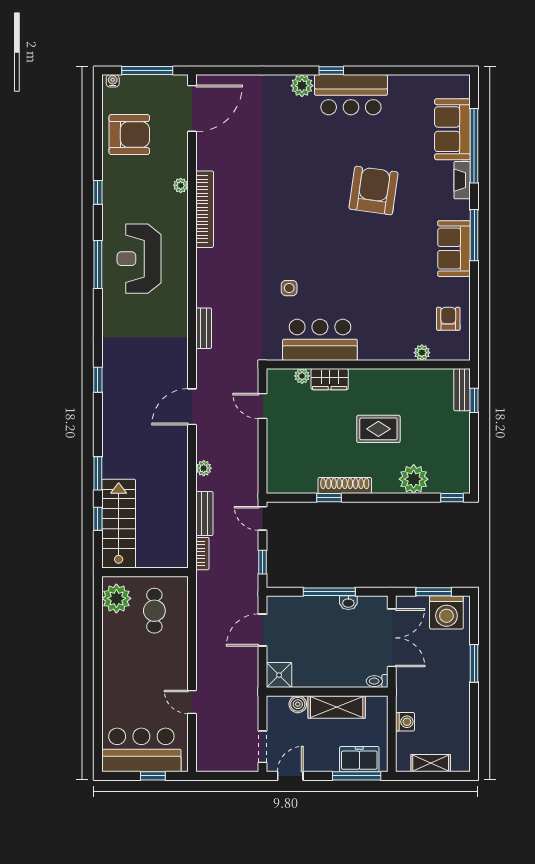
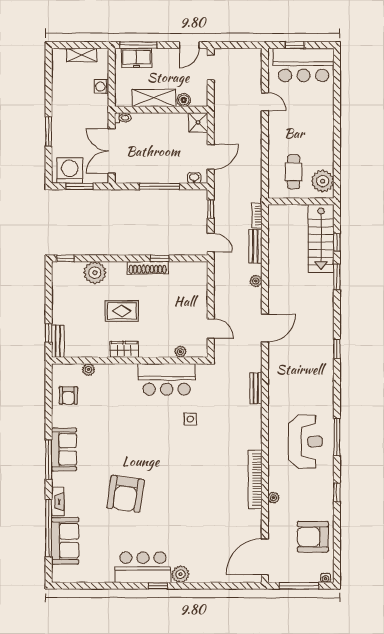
wardrobe: (330, 379) -> (124, 349), moved
washbasin: (348, 603) -> (194, 178), moved

